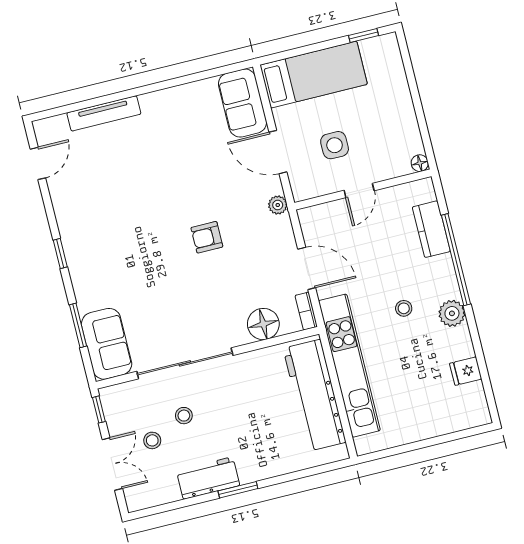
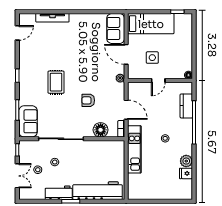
armchair: (207, 237) -> (88, 100), moved
rug: (145, 247) -> (56, 82), added
plant: (452, 313) -> (186, 161), moved
kitchen unit: (349, 366) -> (134, 149), width x0.73
workbench: (314, 395) -> (98, 191), moved, turned 90

